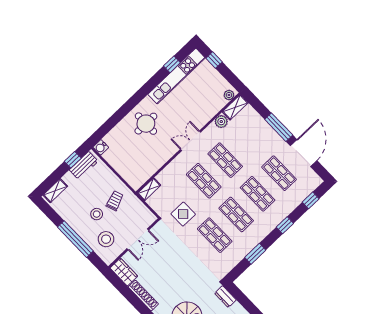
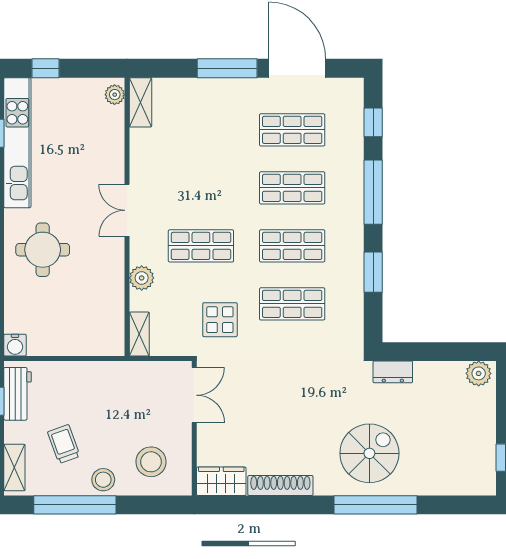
plant: (221, 122) -> (142, 278), moved
shop shelf: (225, 160) -> (201, 188), removed
trolley: (115, 201) -> (64, 444), moved
stool: (97, 214) -> (103, 480), moved
window: (285, 225) -> (373, 192), width x2.17
window: (75, 239) -> (75, 505), moved
double door: (138, 239) -> (194, 395), moved

